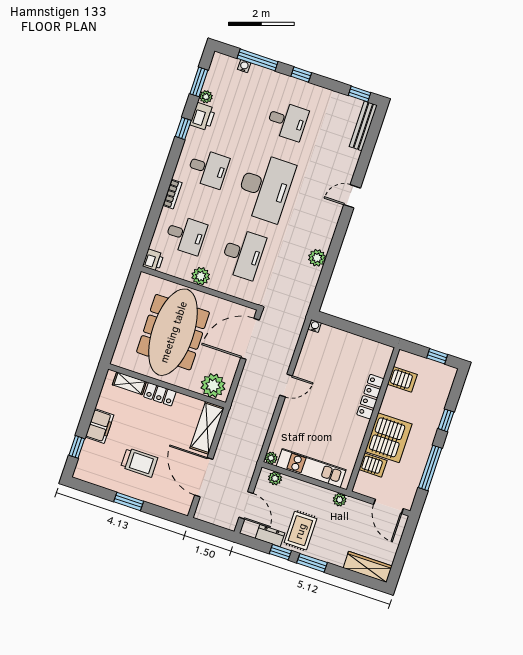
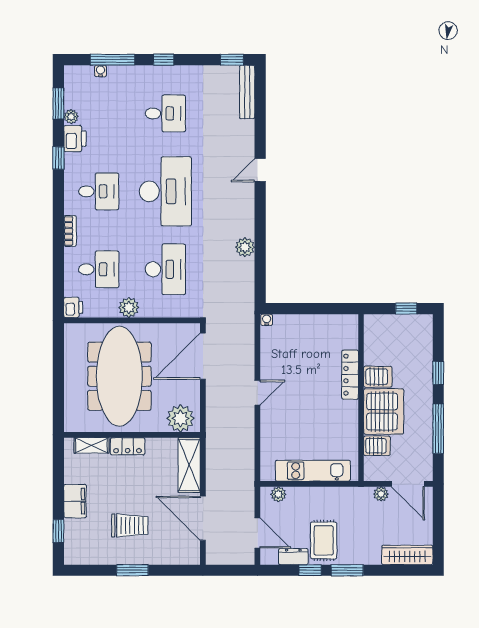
server rack: (402, 379) -> (378, 377), moved
plant: (271, 458) -> (267, 474), removed
plant: (340, 500) -> (381, 494), moved

